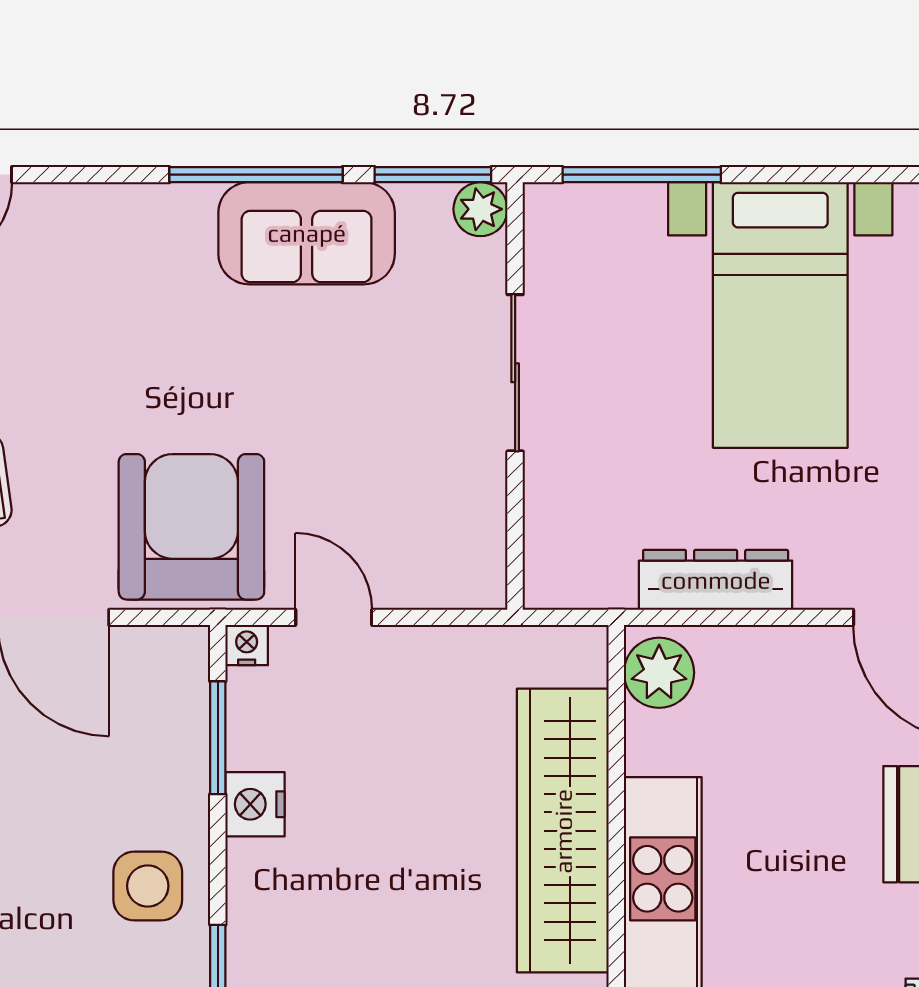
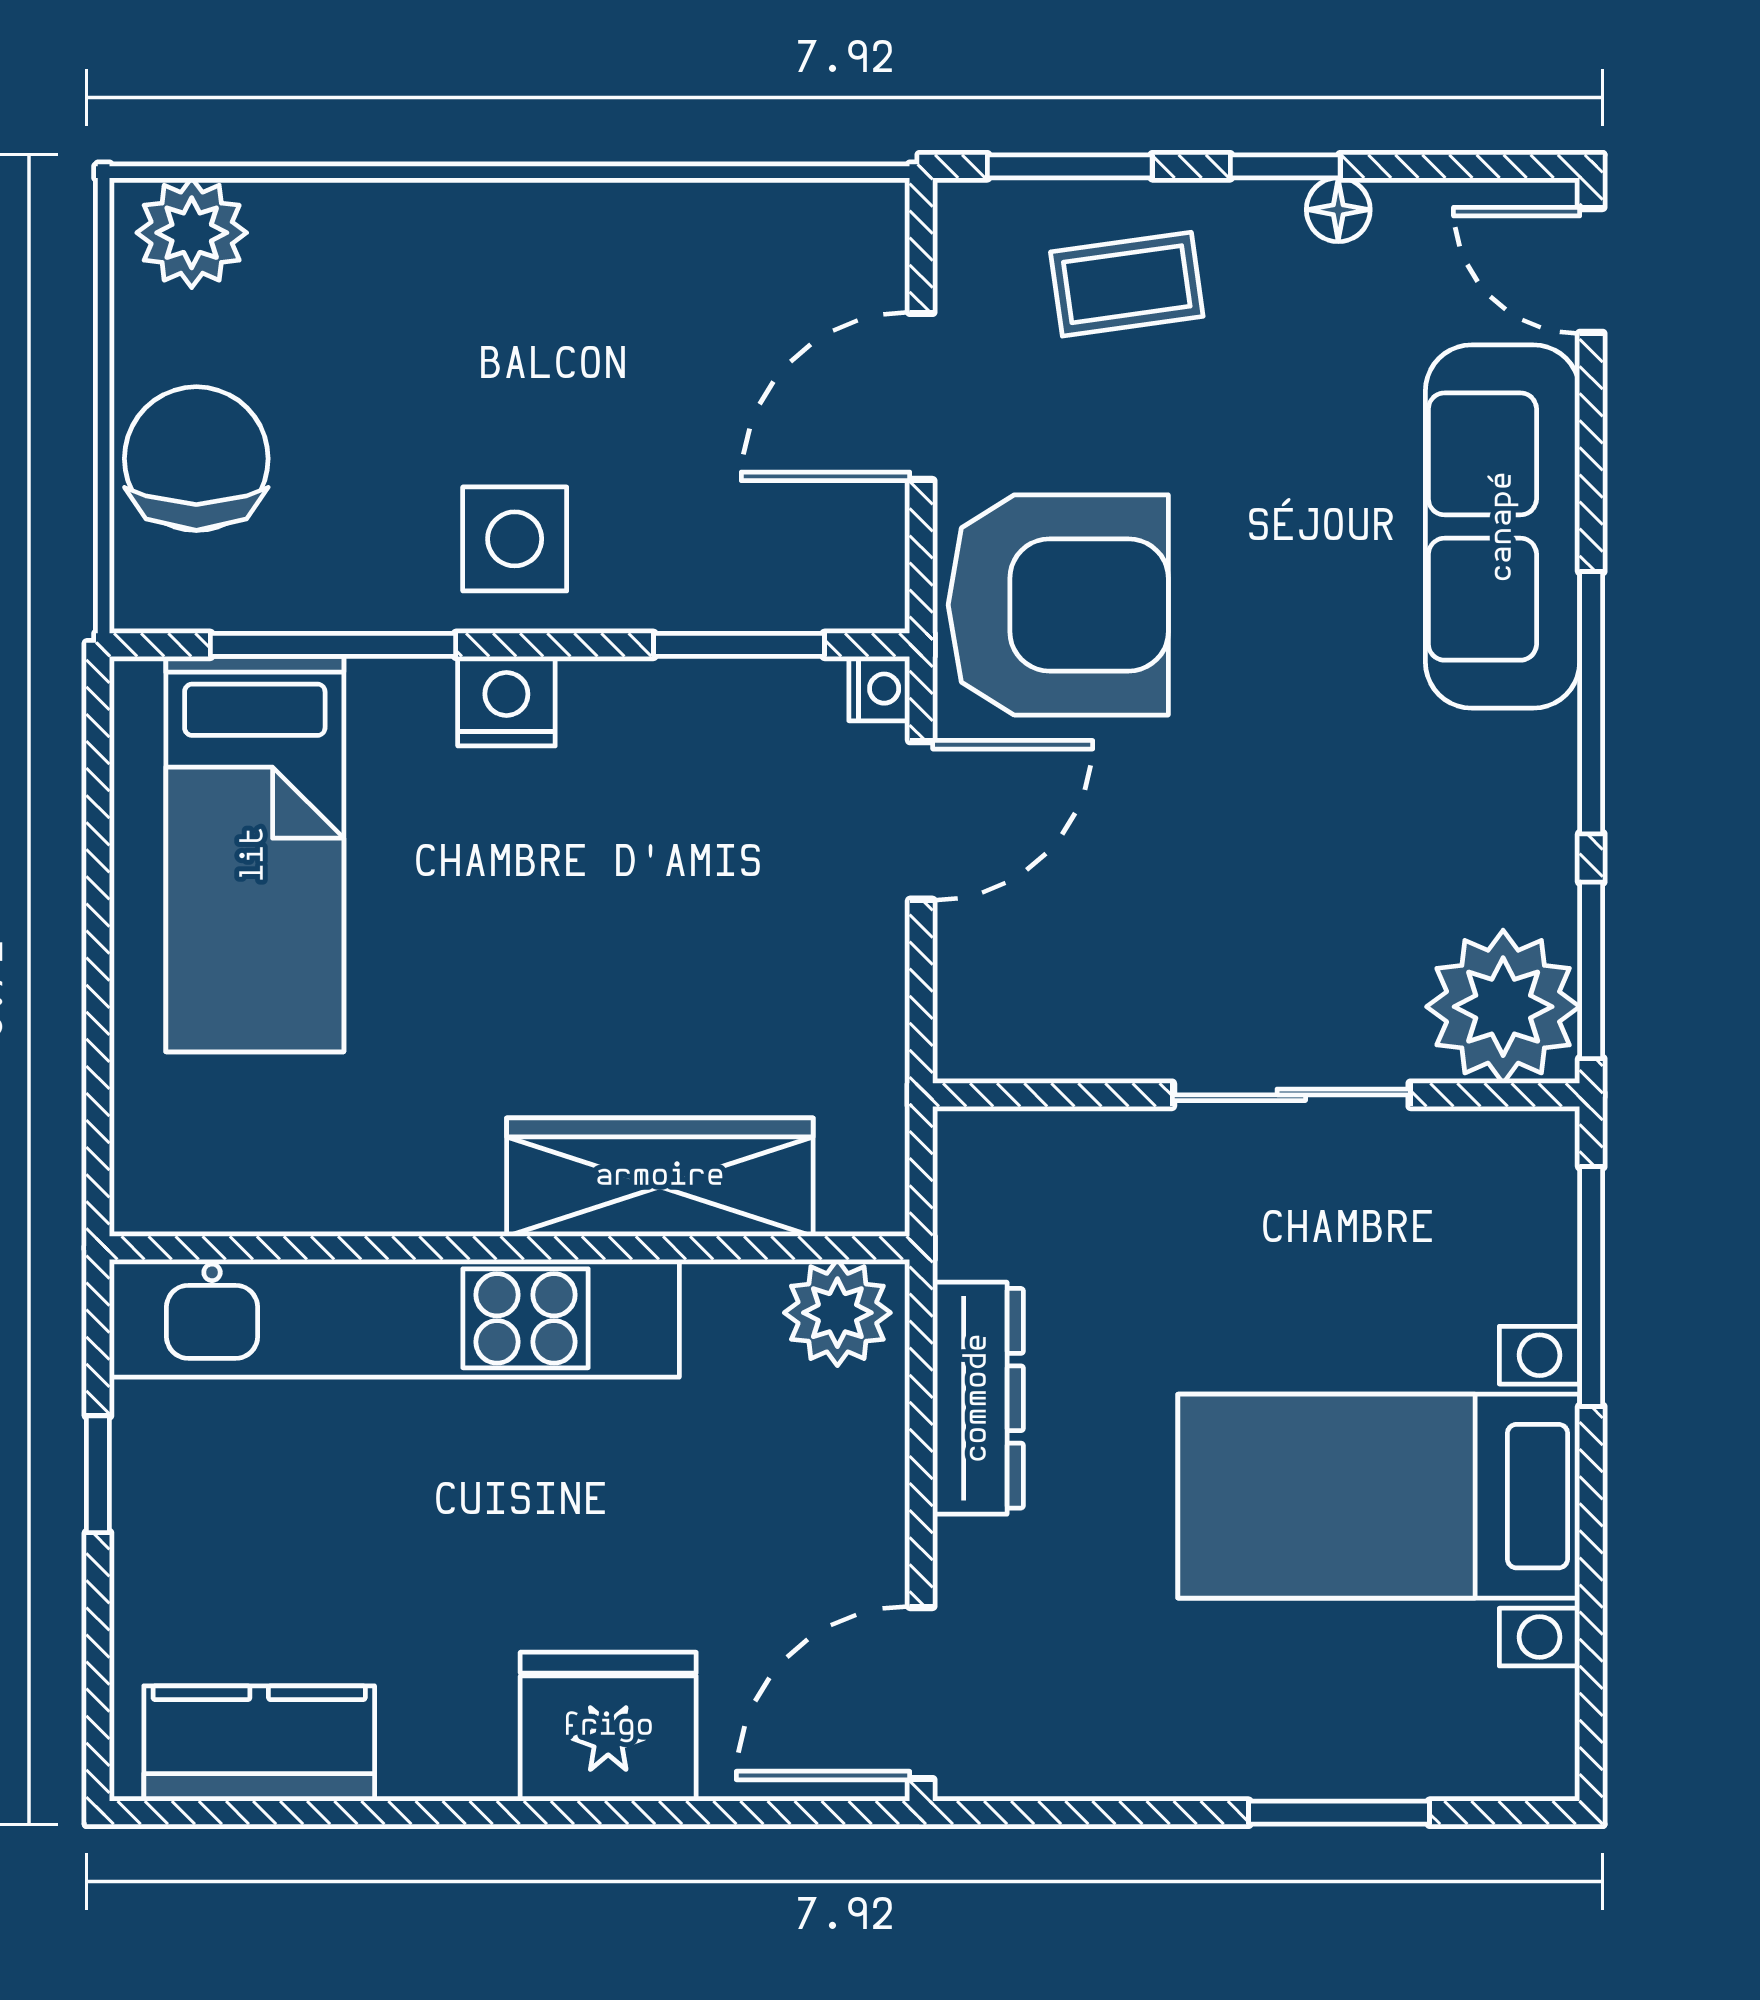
plant: (480, 209) -> (1503, 1007), width x1.88, depth x1.88
sofa: (307, 233) -> (1503, 527), moved, width x1.36
door: (334, 617) -> (921, 820), width x1.38
nightstand: (255, 804) -> (506, 701), moved
wardrobe: (563, 831) -> (660, 1177), width x0.71, depth x0.85

